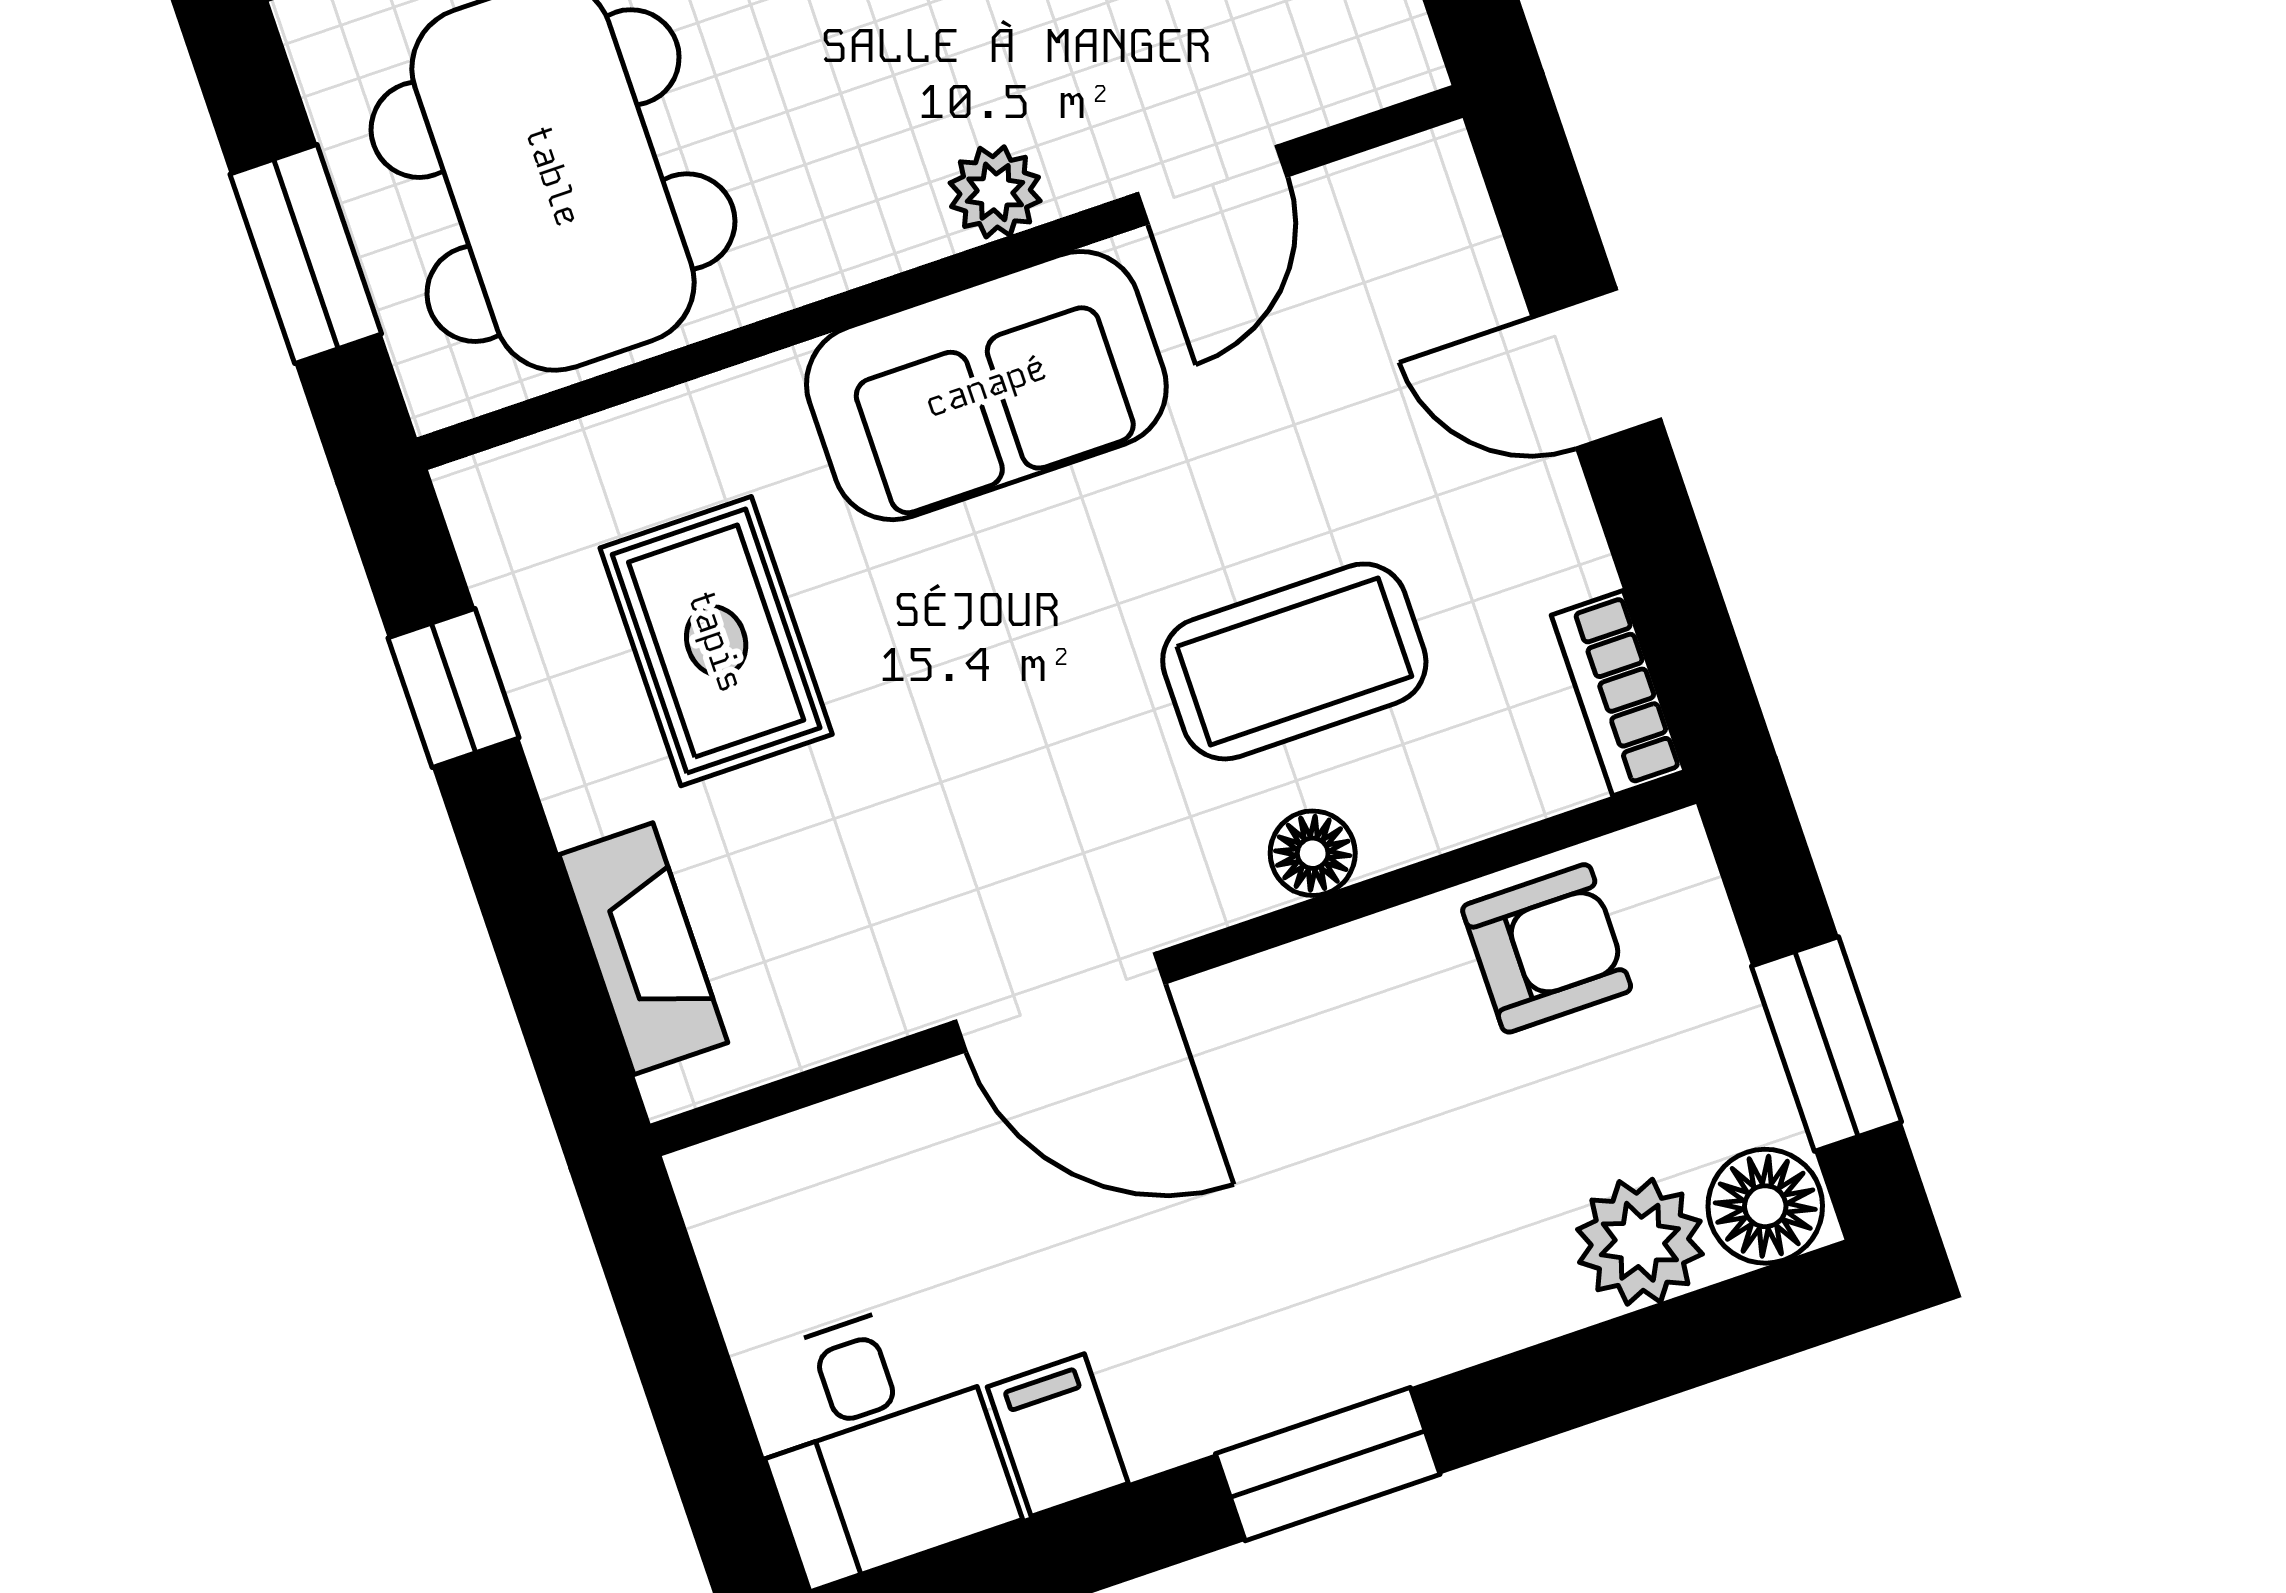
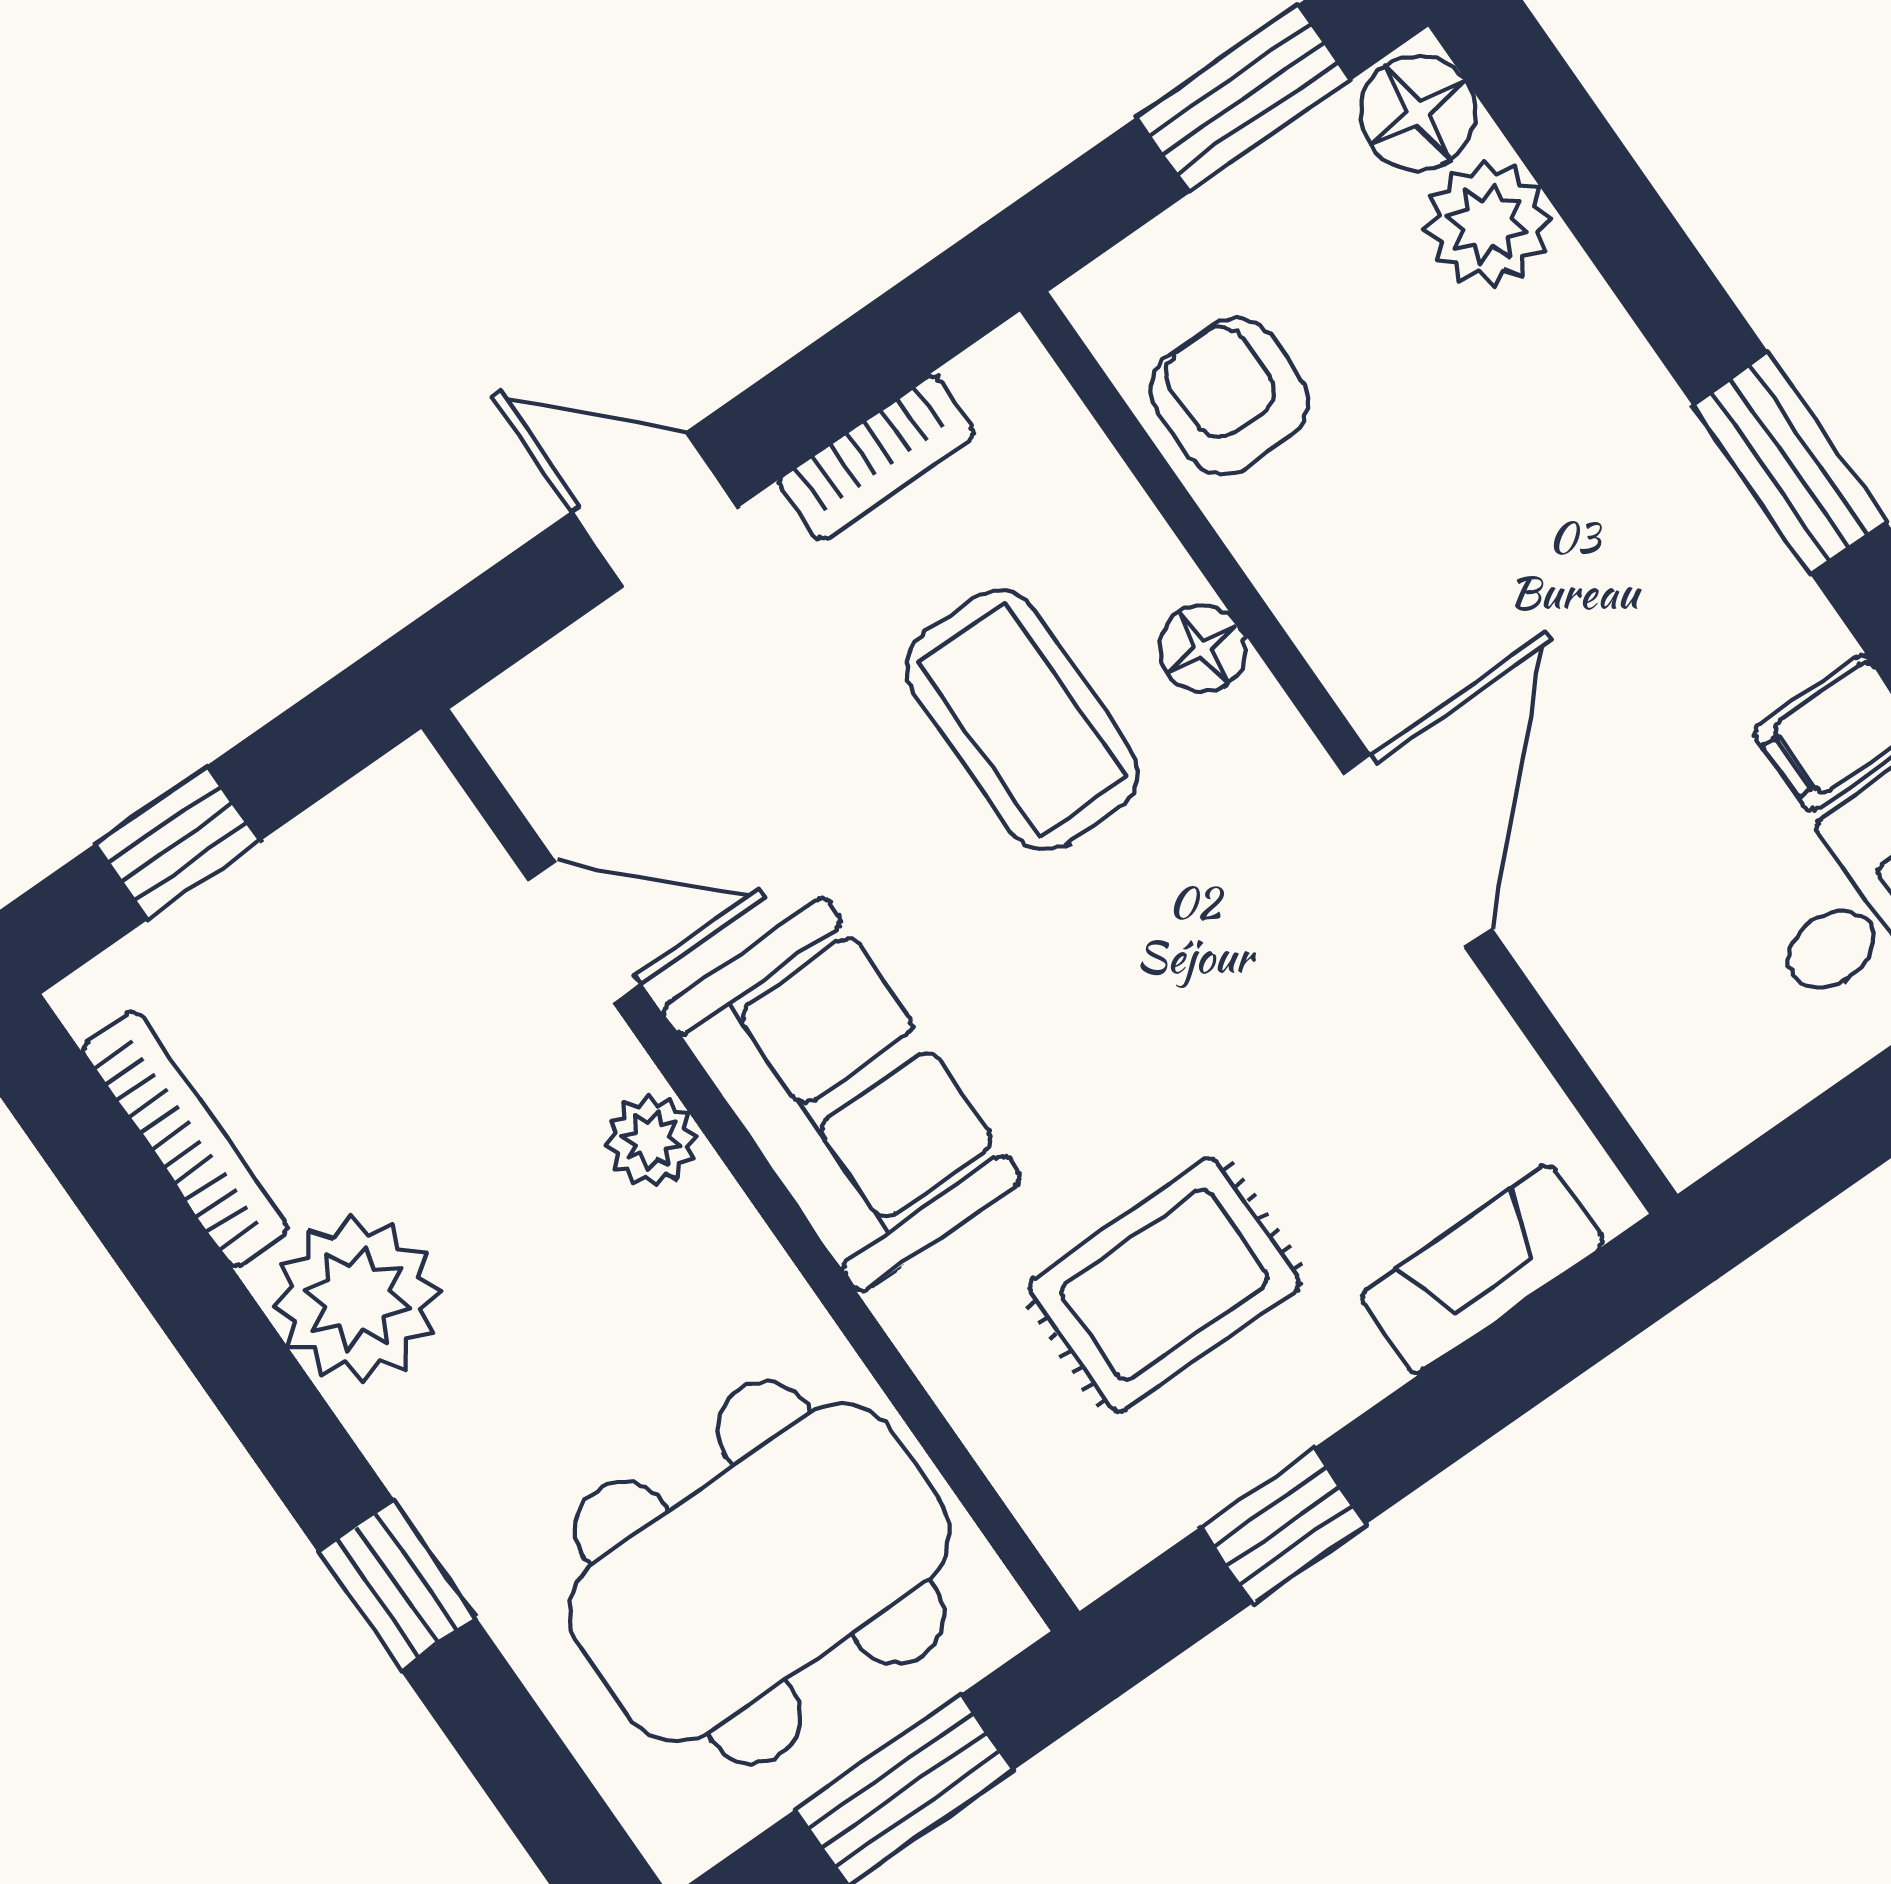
door: (1597, 368) -> (655, 509), swing flipped
bookcase: (1618, 693) -> (877, 458), moved

